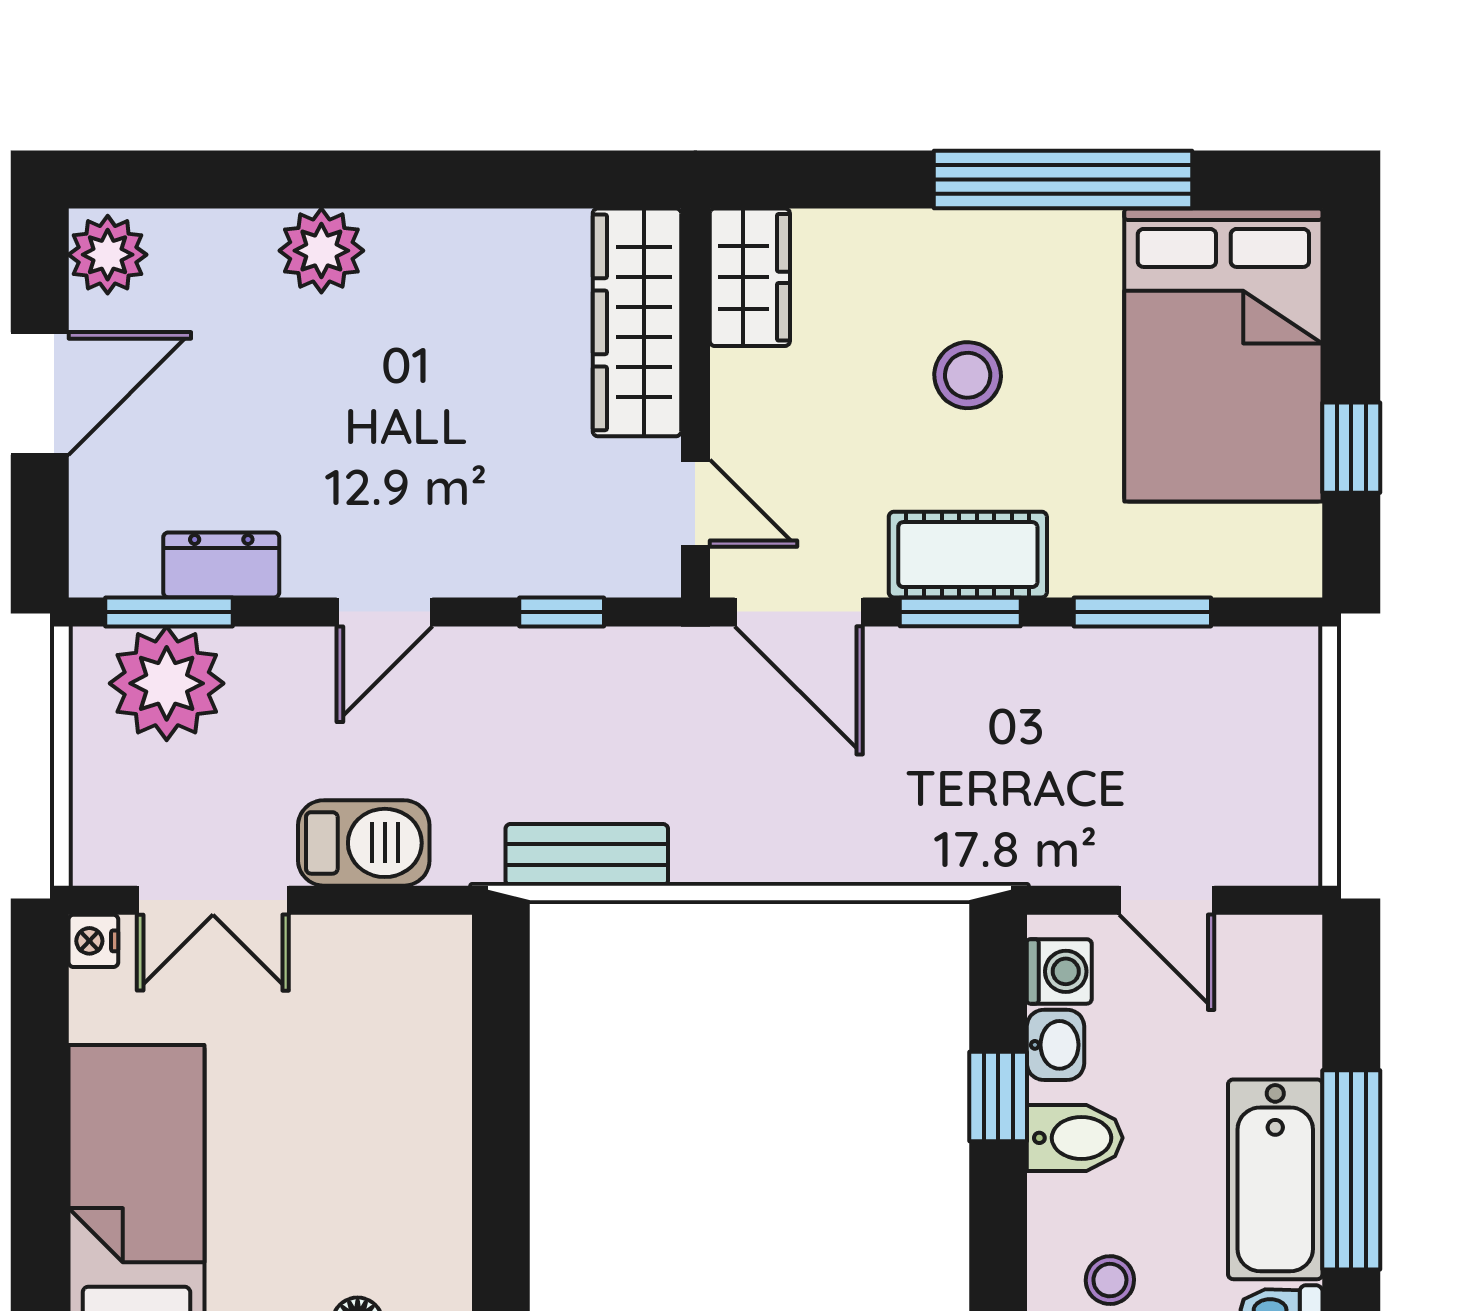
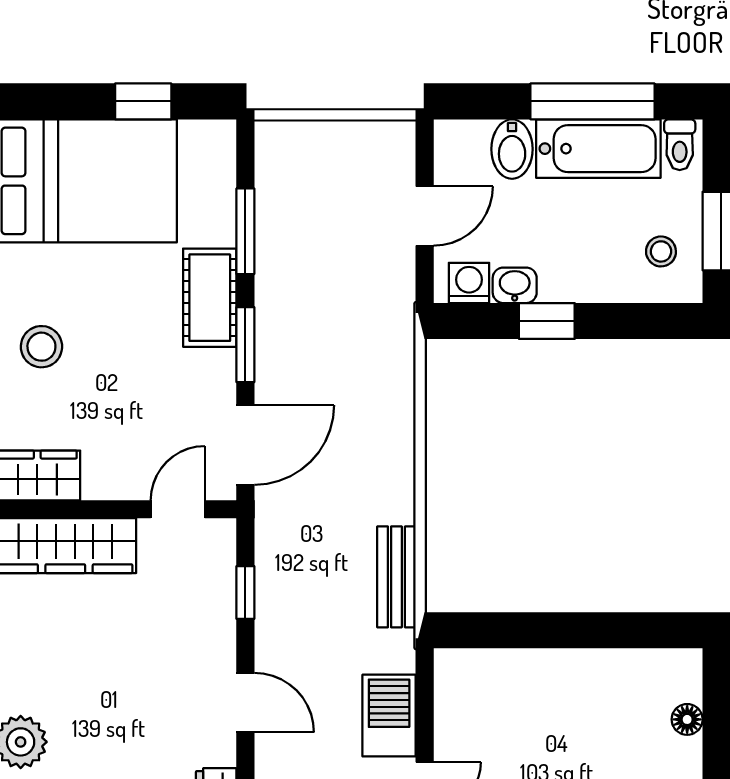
stool: (968, 375) -> (41, 347), moved
cot: (968, 555) -> (210, 298), moved
bidet: (1075, 1138) -> (512, 149), moved, turned 180

